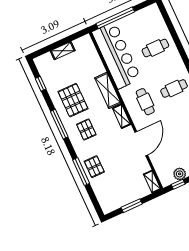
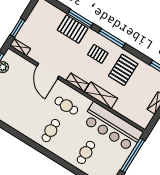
pallet: (73, 100) -> (123, 70), turned 90
window: (59, 124) -> (112, 38), moved
pallet: (94, 167) -> (73, 29), width x1.50, depth x1.42
window: (132, 206) -> (18, 28), moved

